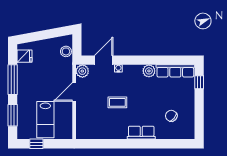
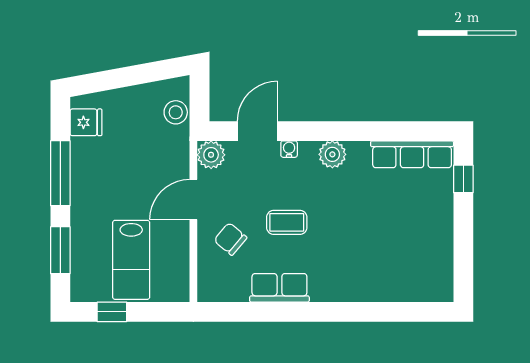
plant: (149, 71) -> (332, 154), moved
chair: (171, 116) -> (230, 239), moved
row of seats: (141, 133) -> (279, 288), moved

